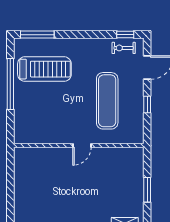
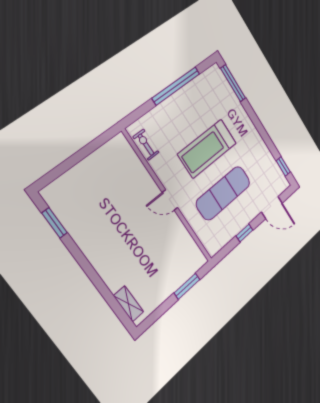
exercise bike: (124, 48) -> (146, 145), moved
treadmill: (44, 69) -> (207, 149), moved, turned 90
window: (147, 190) -> (187, 286), moved

